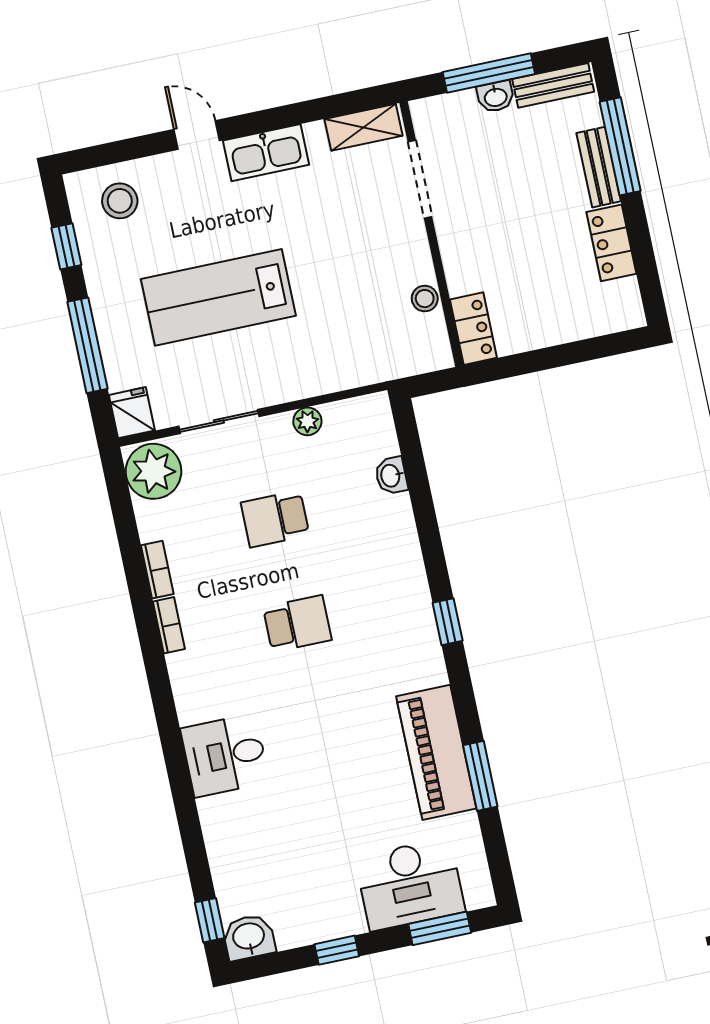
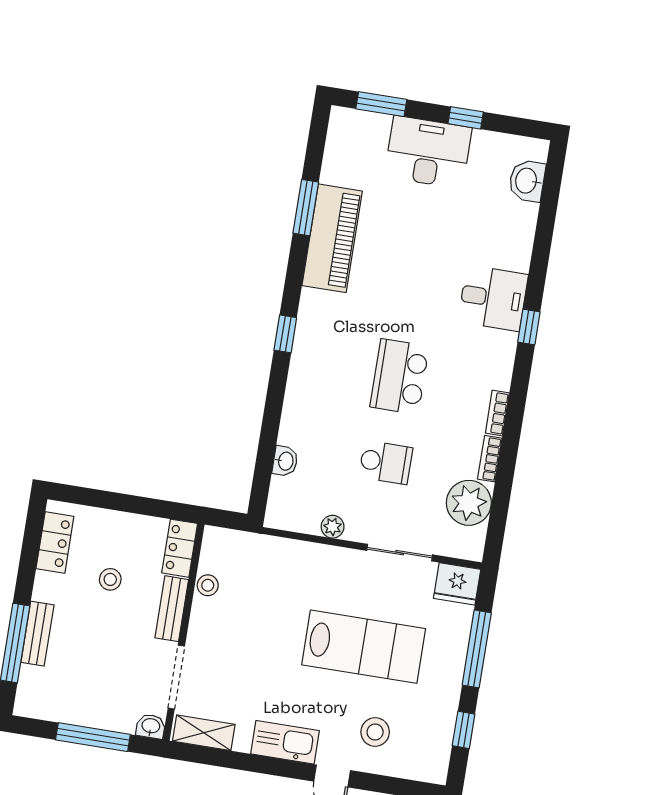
bench: (553, 85) -> (172, 609), moved, turned 90
washbasin: (496, 97) -> (151, 726), moved
stool: (120, 201) -> (375, 732), moved
locker: (611, 243) -> (55, 542), moved
stool: (539, 262) -> (110, 579), added
fridge: (132, 413) -> (457, 584), width x1.38
plant: (153, 471) -> (469, 503), moved
school desk: (297, 624) -> (400, 377), width x1.85
desk: (410, 884) -> (428, 152), moved
window: (210, 920) -> (529, 327), moved
washbasin: (249, 937) -> (527, 181), moved, turned 90

